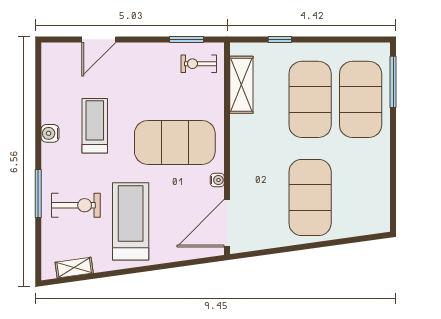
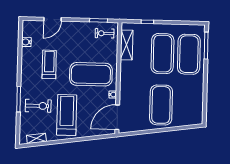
water cooler: (50, 133) -> (26, 42), moved

